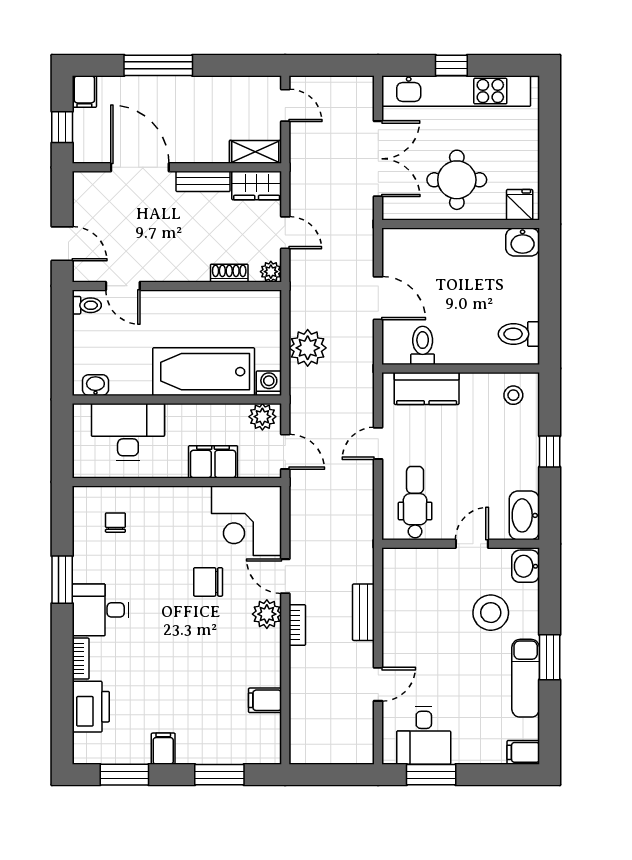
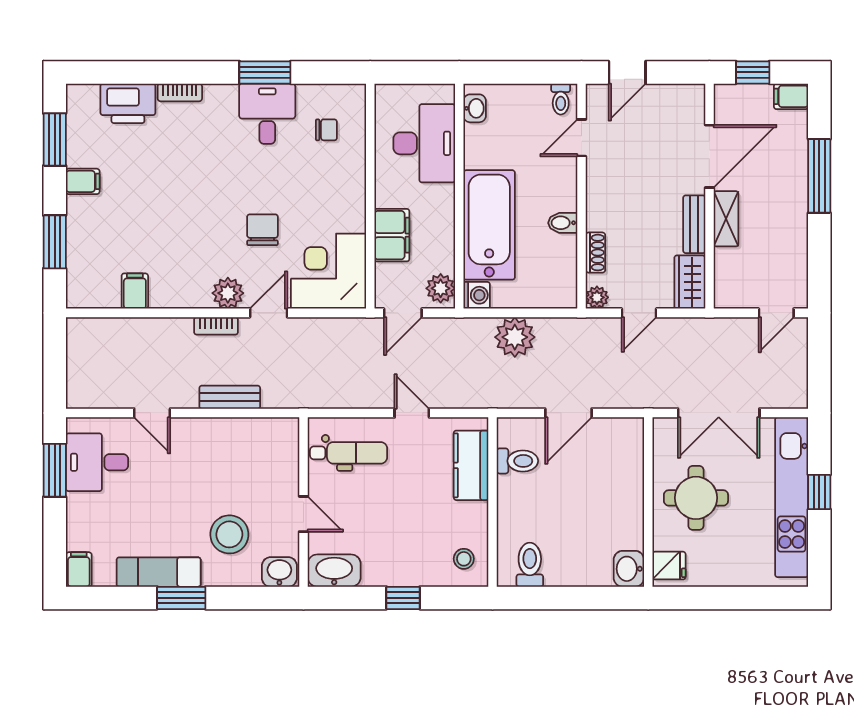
shelving: (255, 152) -> (726, 219), moved
bidet: (202, 303) -> (563, 223), added
desk: (100, 610) -> (267, 114), moved

